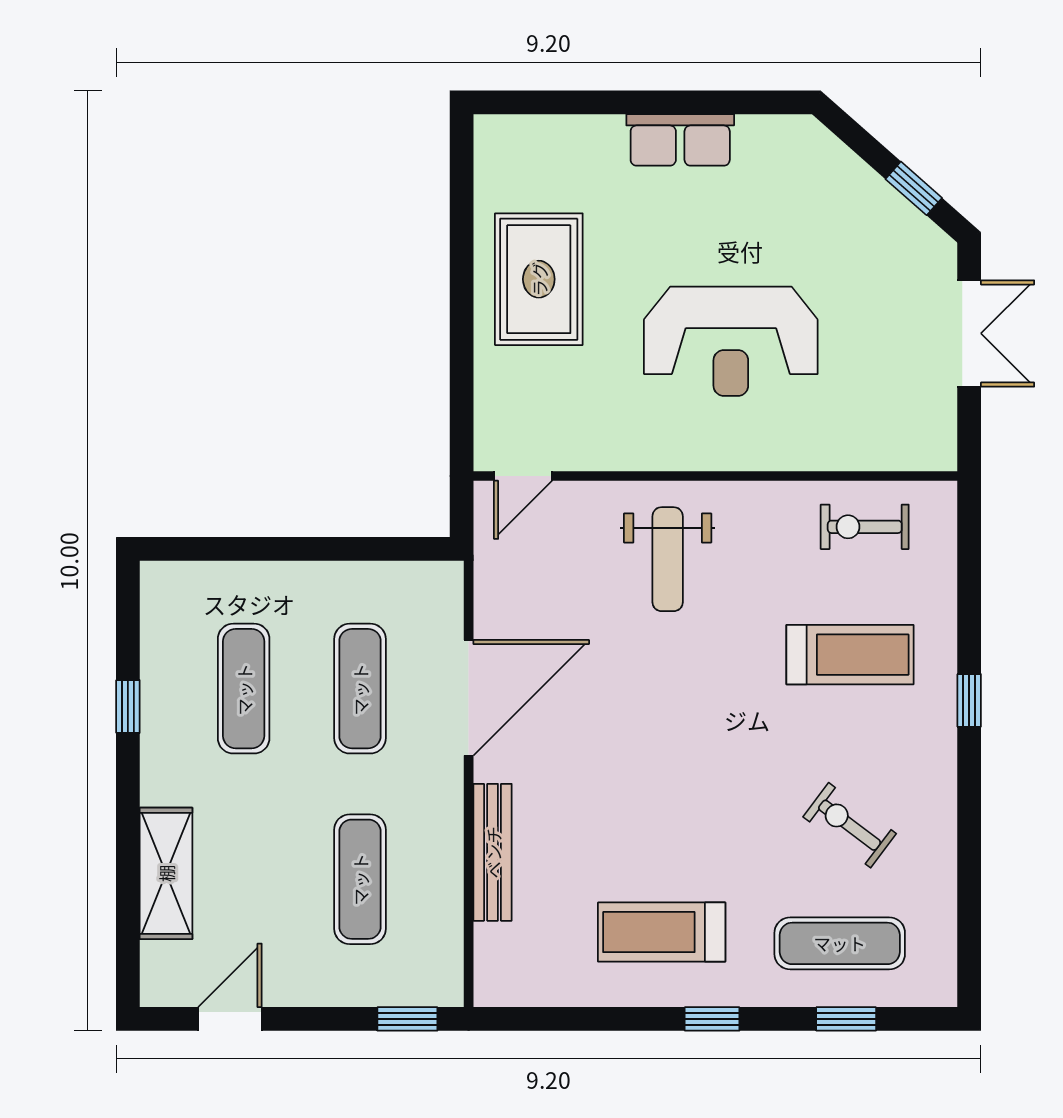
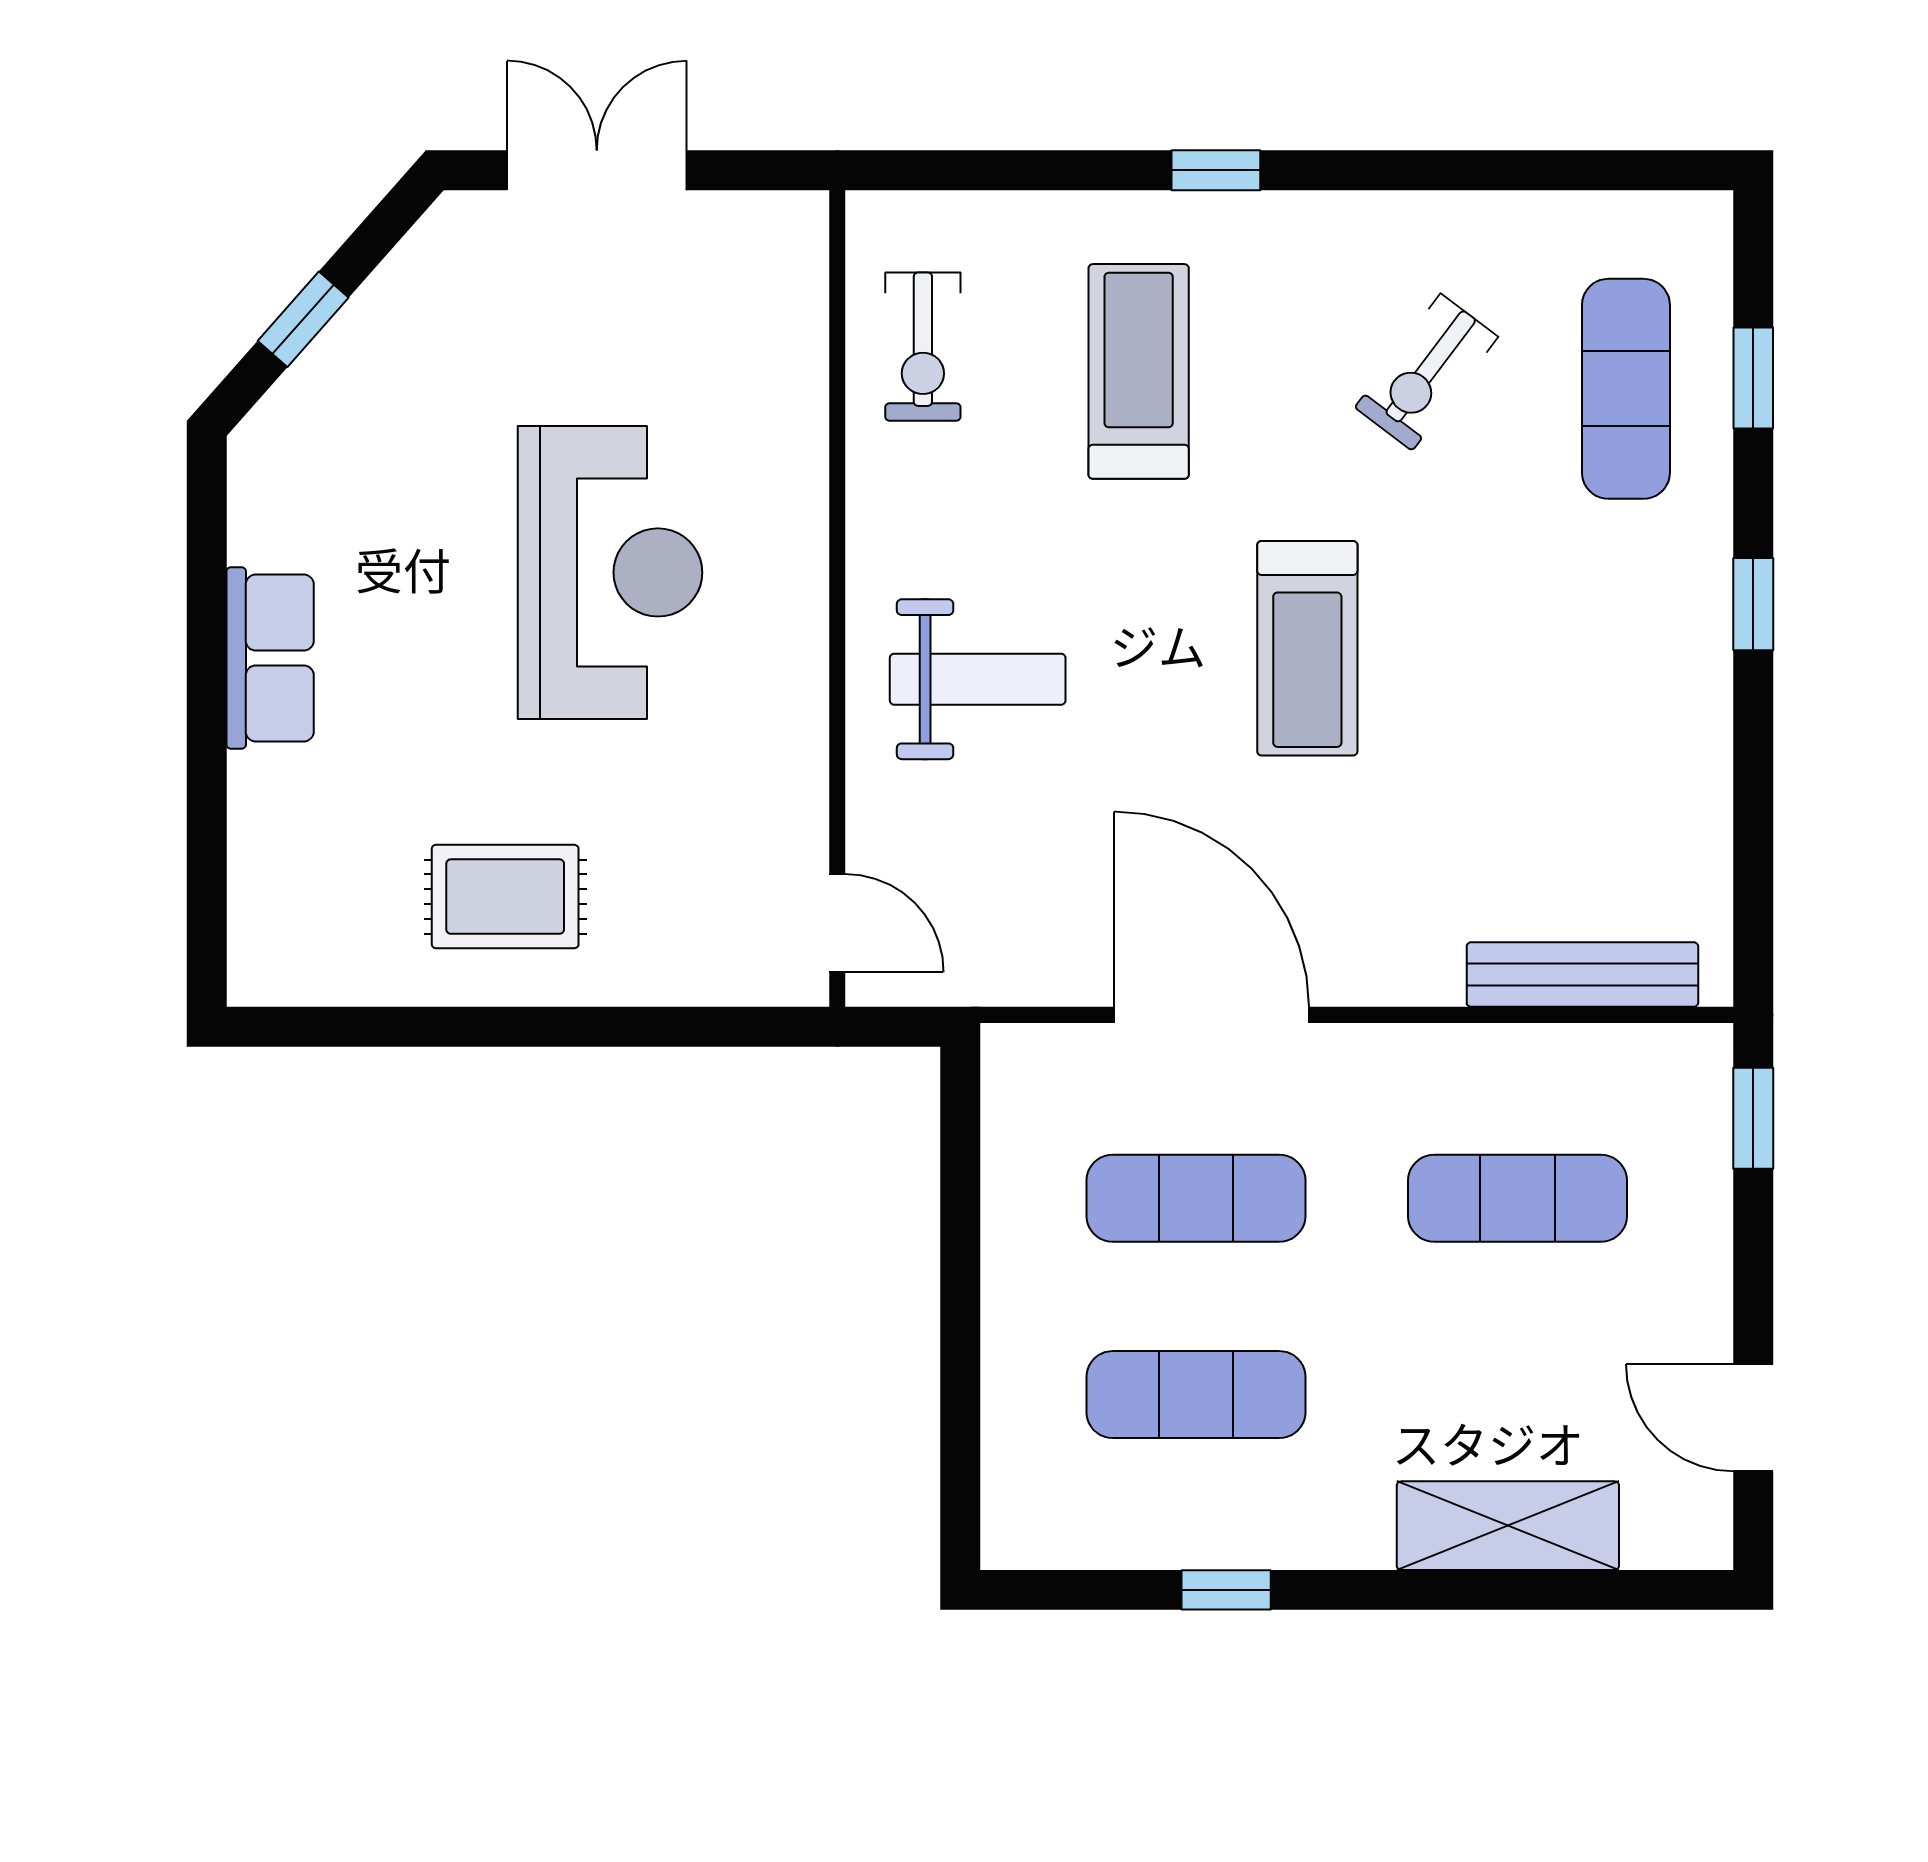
window: (914, 188) -> (303, 319), moved
rug: (539, 279) -> (505, 897), width x0.73, depth x0.70
bench: (493, 852) -> (1582, 975), moved
treadmill: (662, 932) -> (1307, 648), moved

